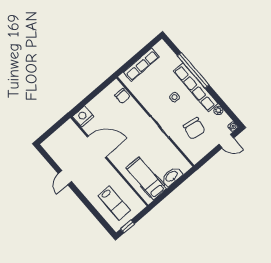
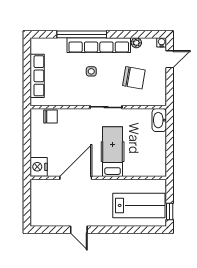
washbasin: (172, 176) -> (159, 120), moved
hospital bed: (146, 178) -> (113, 152), moved, turned 90
lab bench: (114, 203) -> (139, 205), width x1.36, depth x1.39

